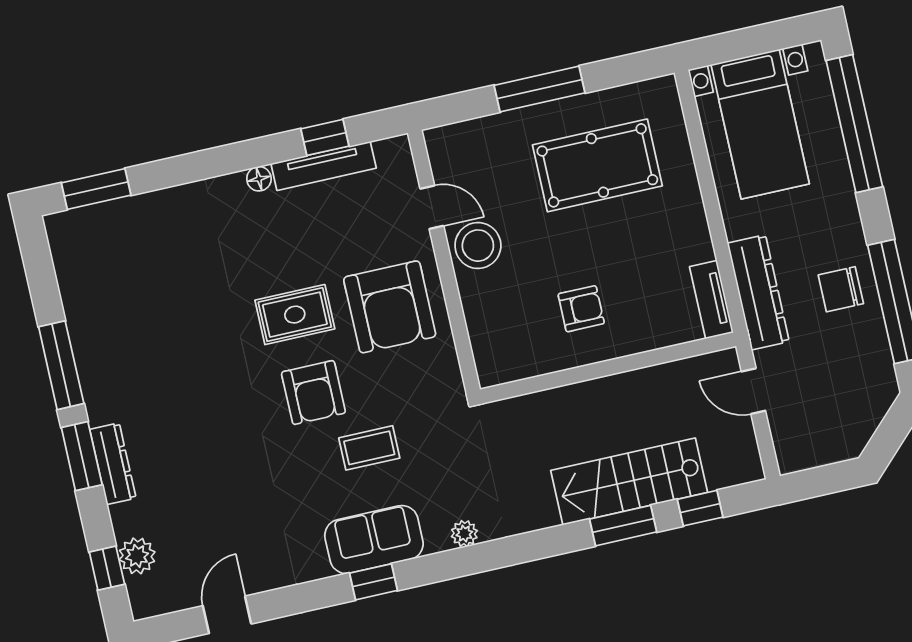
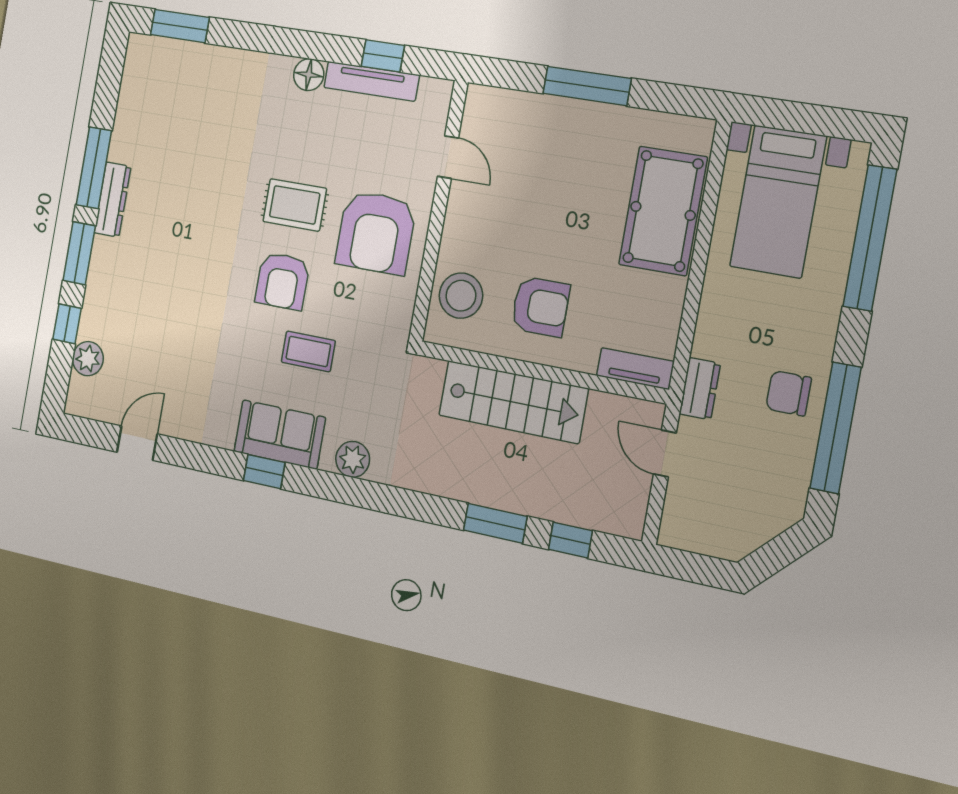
pool table: (597, 165) -> (663, 211), moved, turned 90
floor lamp: (259, 179) -> (309, 75), width x1.37, depth x1.37
stool: (478, 246) -> (461, 296), moved
dresser: (758, 292) -> (700, 389), width x0.51, depth x0.80
tv unit: (711, 300) -> (635, 369), moved, turned 90
armchair: (581, 309) -> (540, 307), width x1.38, depth x1.38
dresser: (113, 464) -> (113, 200), moved
stairs: (629, 481) -> (513, 402), moved, turned 180
plant: (464, 534) -> (353, 459), width x1.38, depth x1.38
window: (107, 568) -> (67, 324), moved

